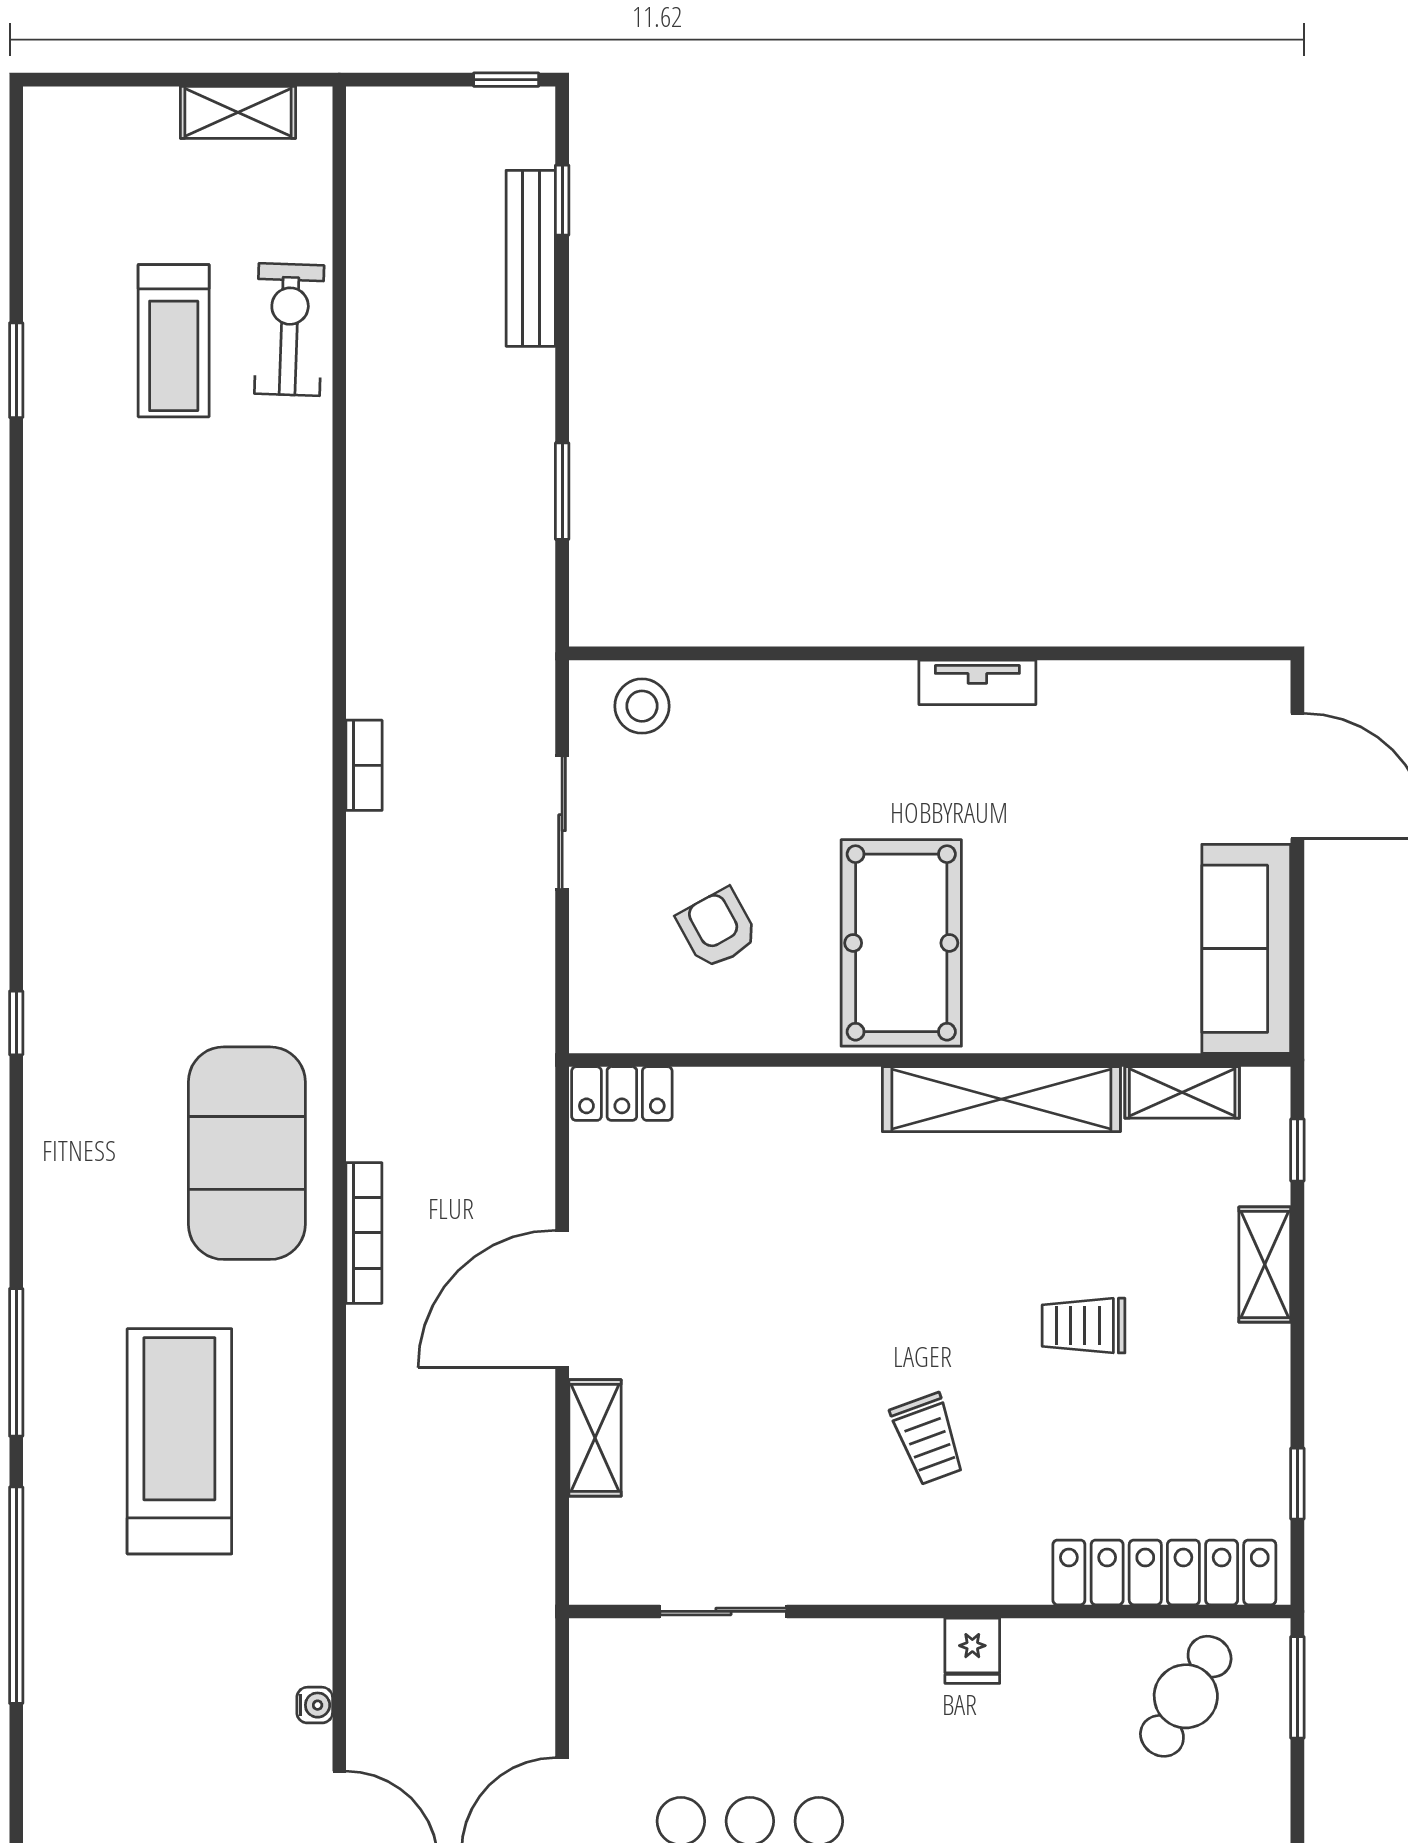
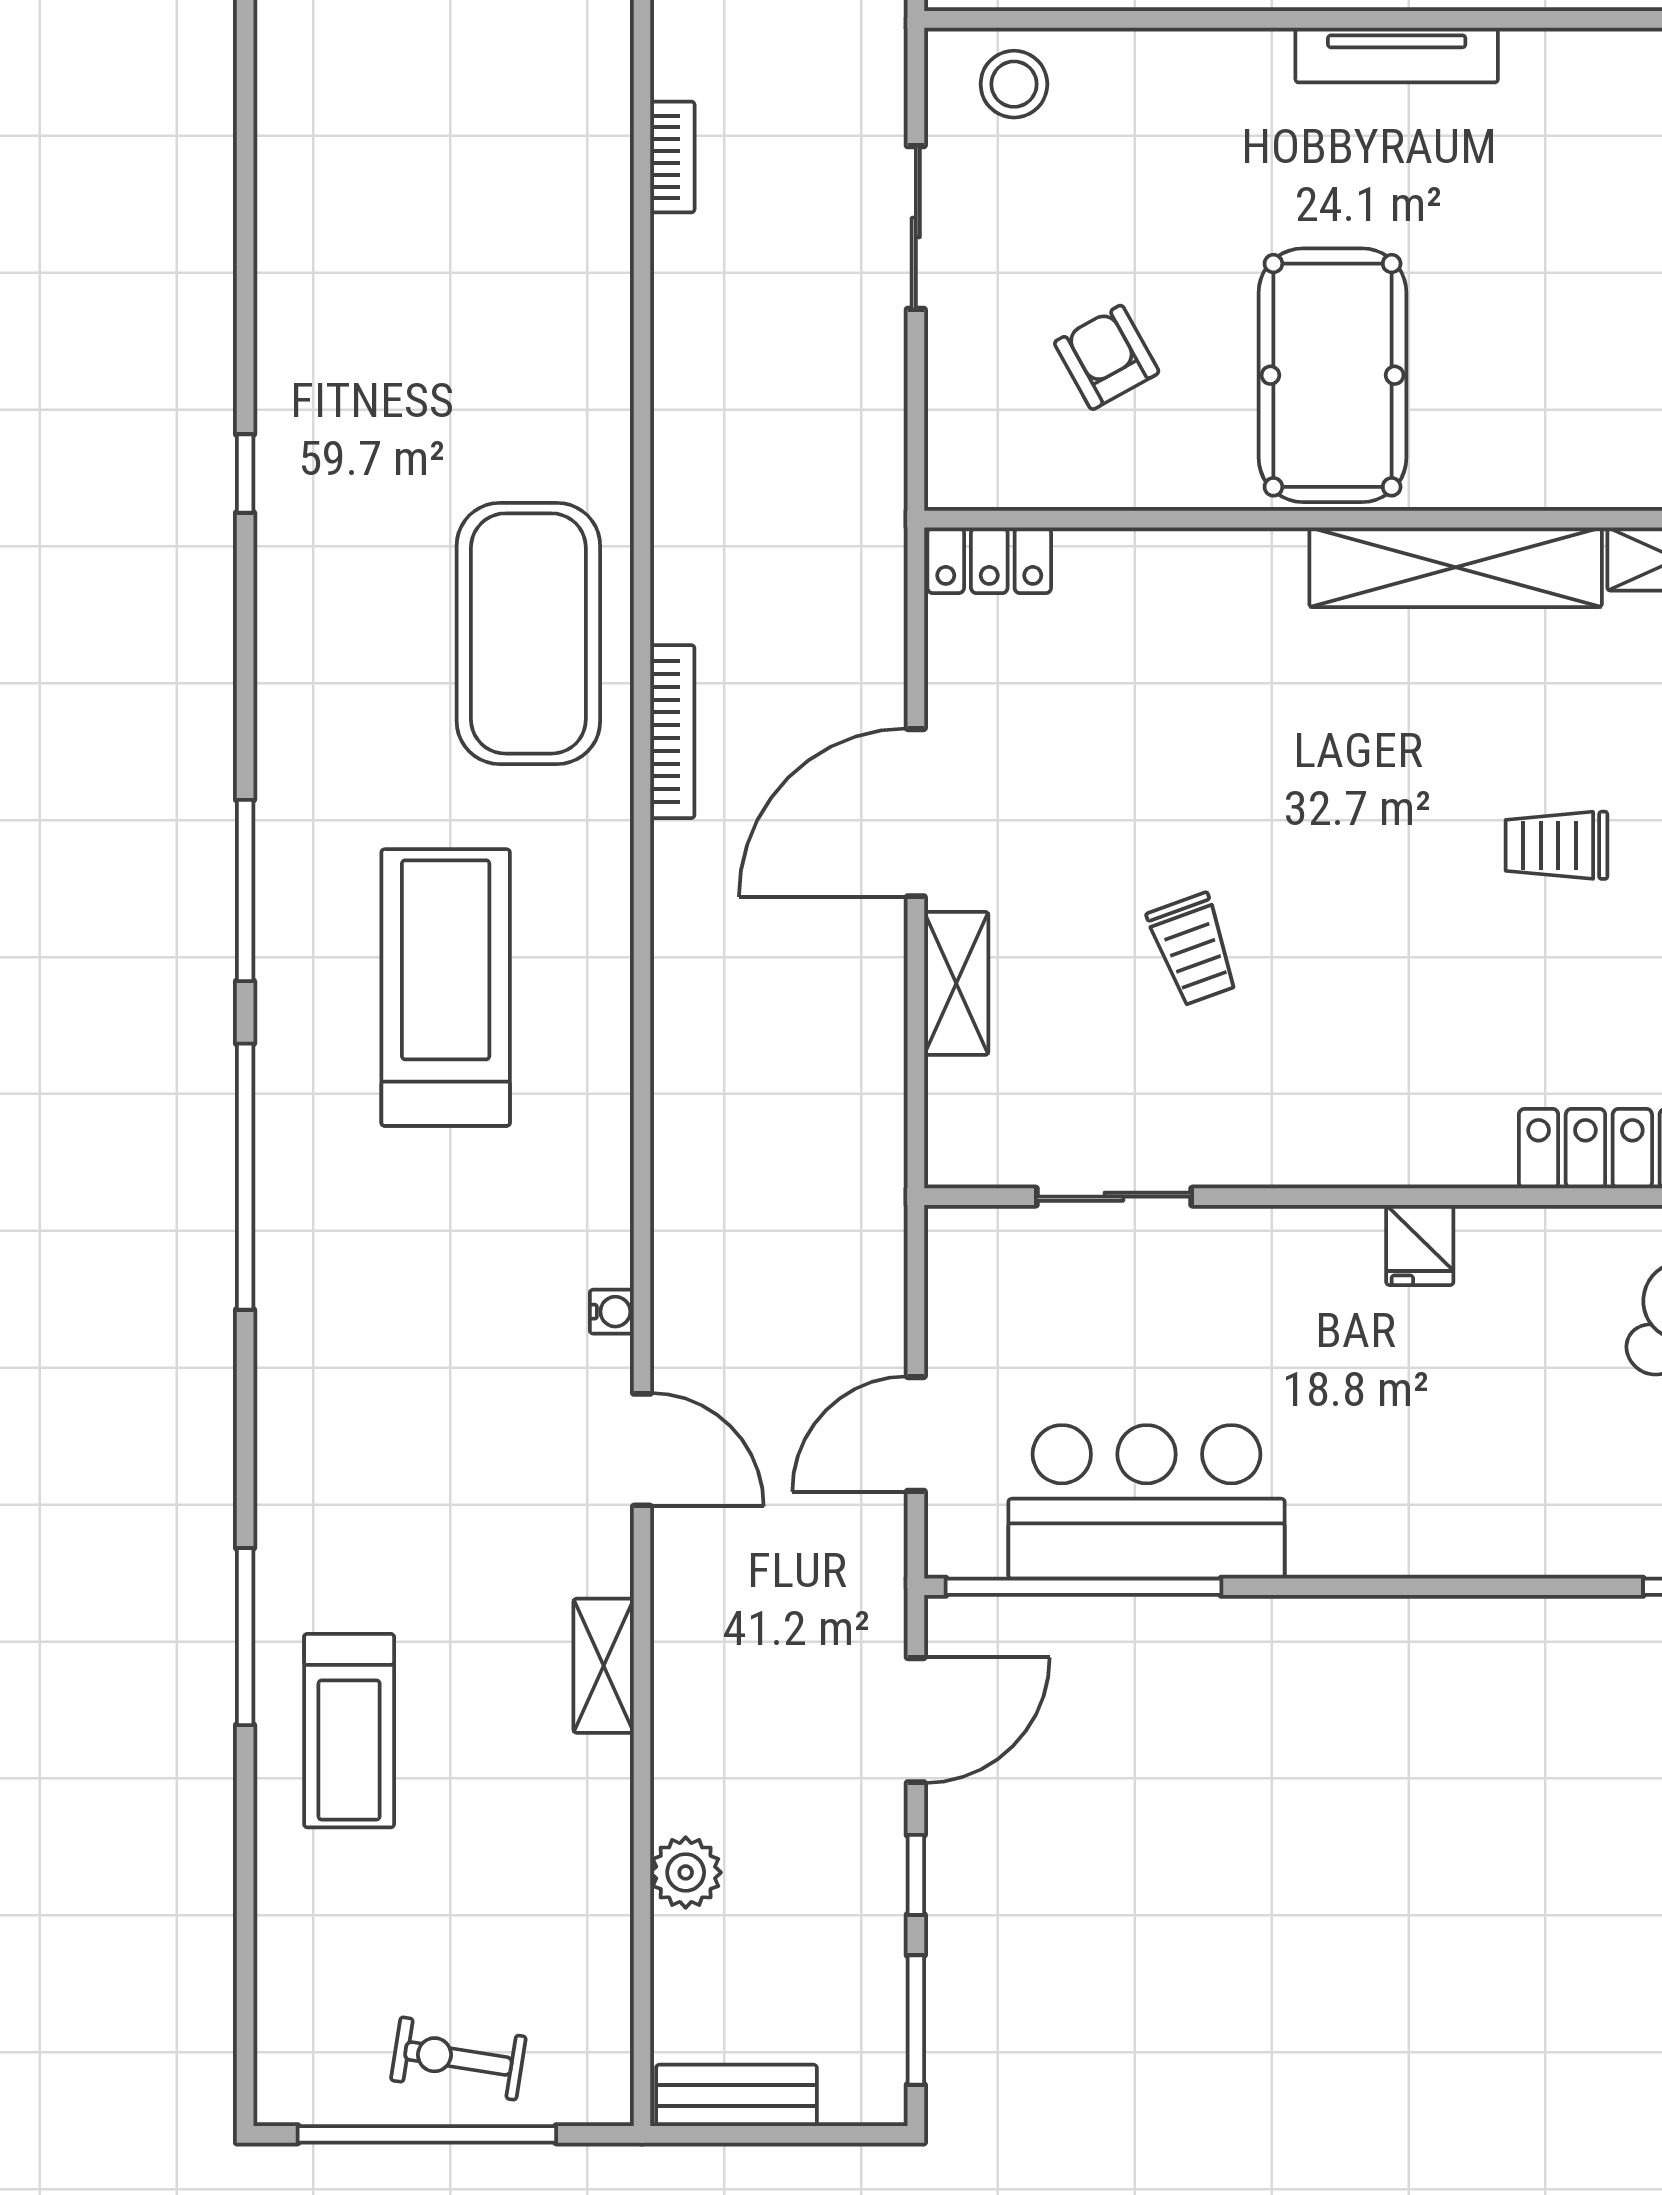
tv unit: (977, 682) -> (1397, 55), width x1.41
trolley: (928, 1439) -> (1193, 949), moved

